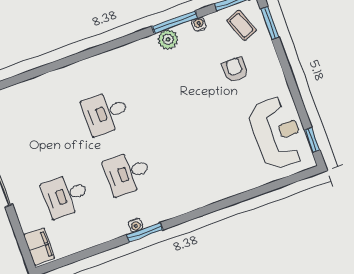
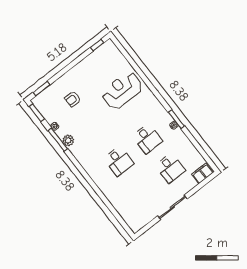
coffee table: (242, 25) -> (48, 103), removed
reception desk: (277, 133) -> (122, 90), moved

